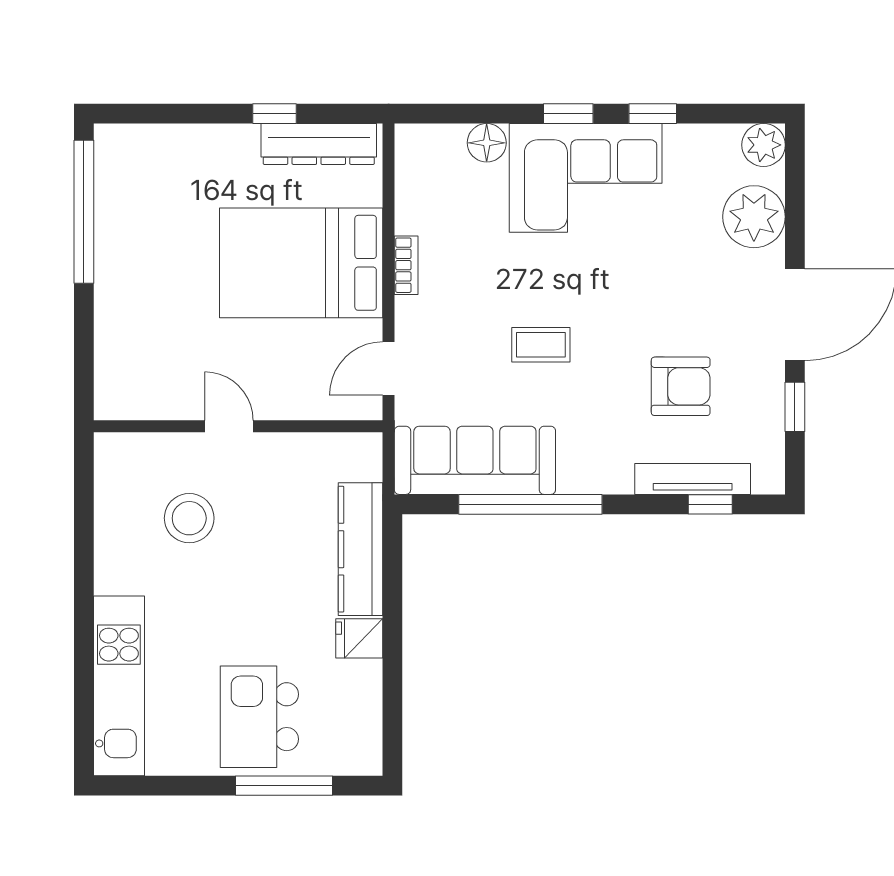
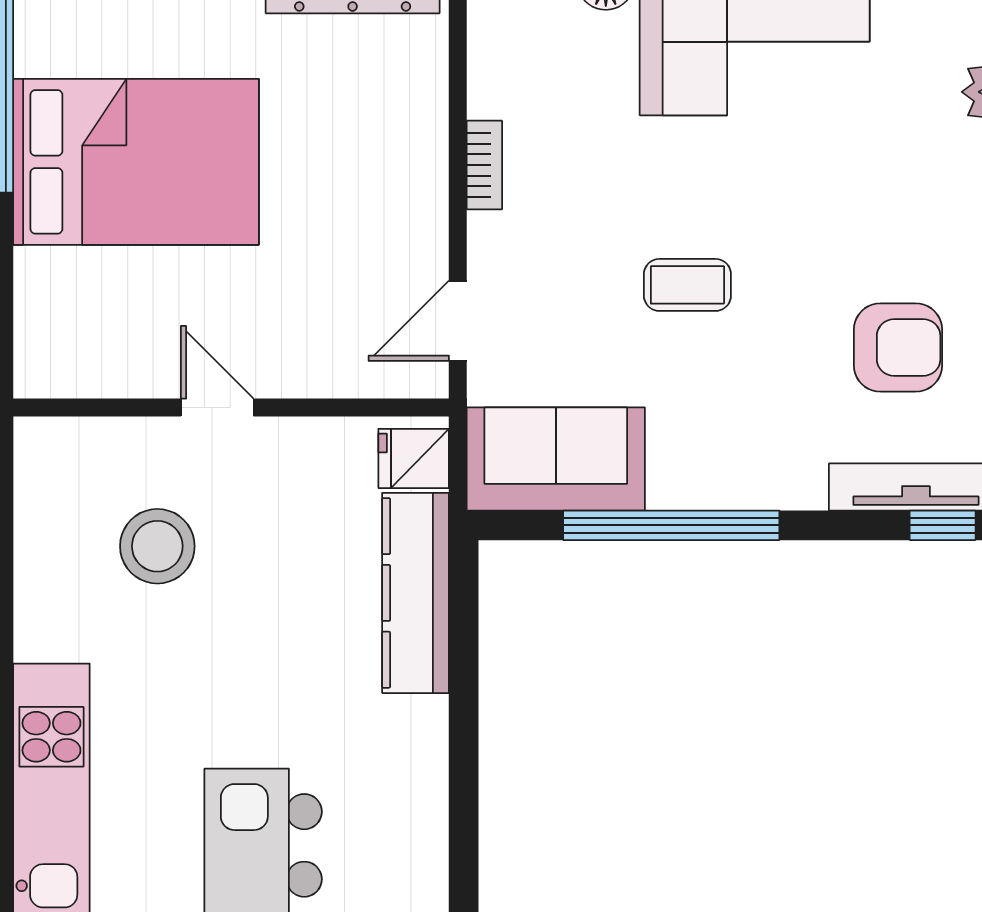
bed: (301, 263) -> (136, 162), moved, turned 180
sofa: (475, 460) -> (556, 459), width x0.73
fridge: (359, 638) -> (414, 458), moved

